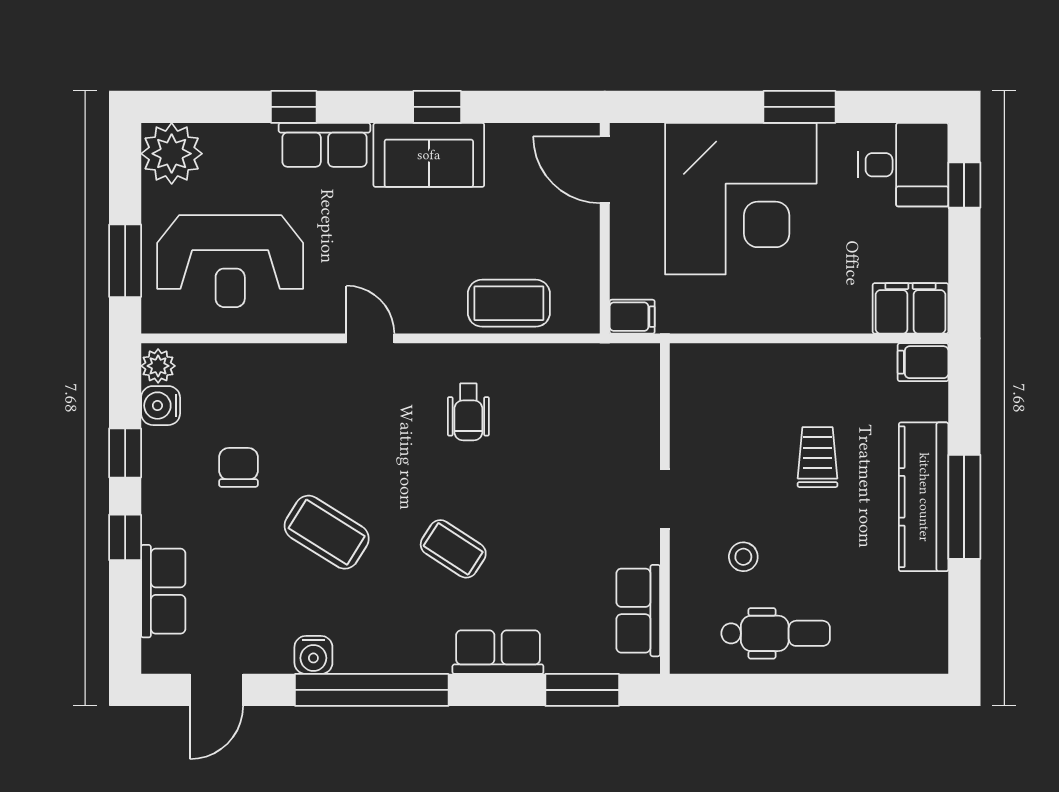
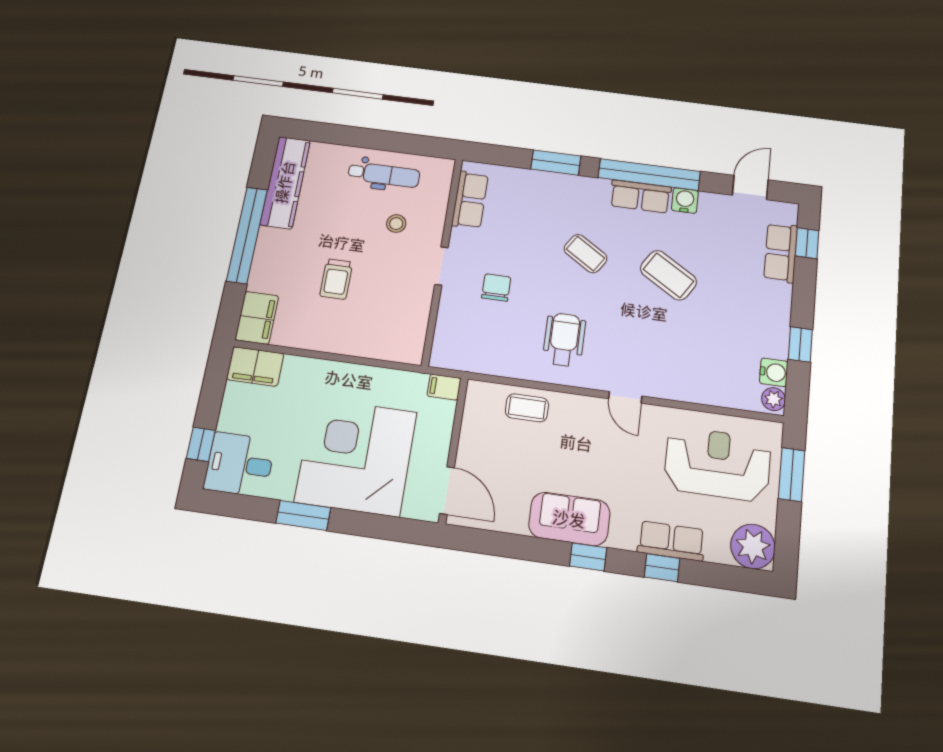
window: (437, 107) -> (588, 557), moved
row of seats: (324, 145) -> (671, 541), moved
coffee table: (509, 303) -> (527, 408), width x0.73, depth x0.77
filing cabinet: (923, 362) -> (257, 318), width x2.00
wheelchair: (468, 412) -> (564, 340), width x1.36, depth x1.37
chair: (238, 467) -> (496, 287), moved, turned 180
kitchen counter: (924, 497) -> (285, 182), moved
window: (964, 507) -> (247, 235), width x1.46
window: (125, 537) -> (807, 243), moved
dental chair: (776, 633) -> (384, 175), turned 180
row of seats: (498, 652) -> (640, 196), moved
window: (582, 690) -> (556, 163), moved

